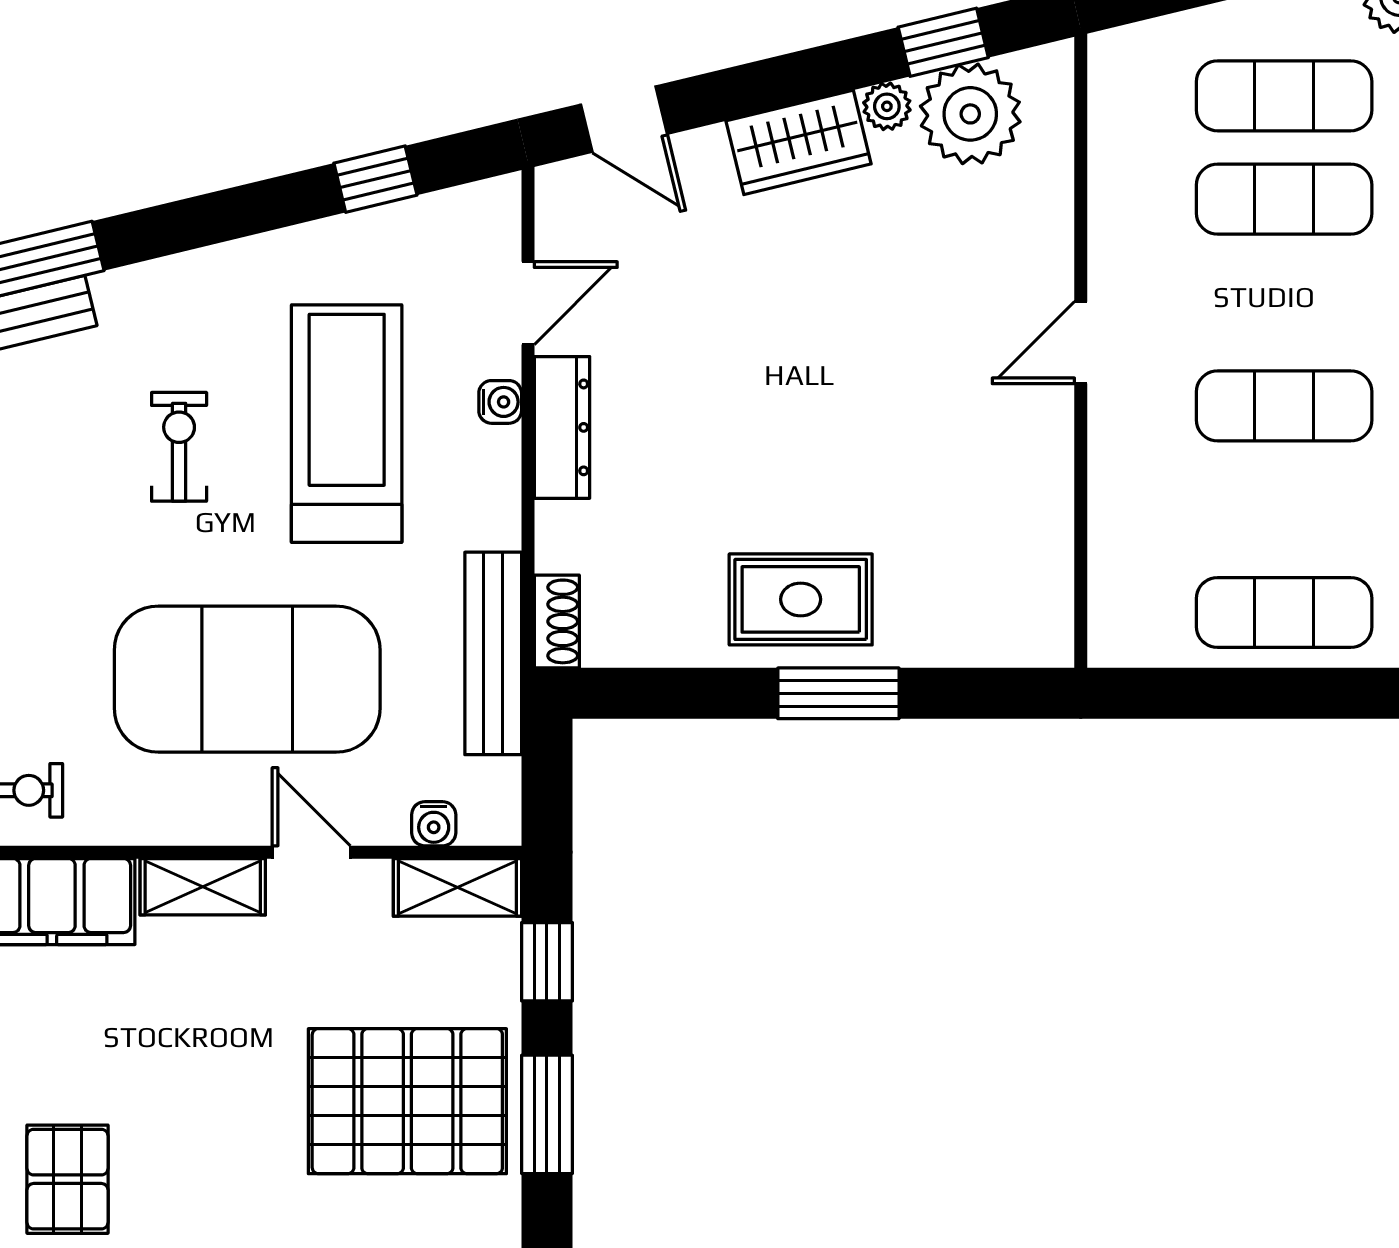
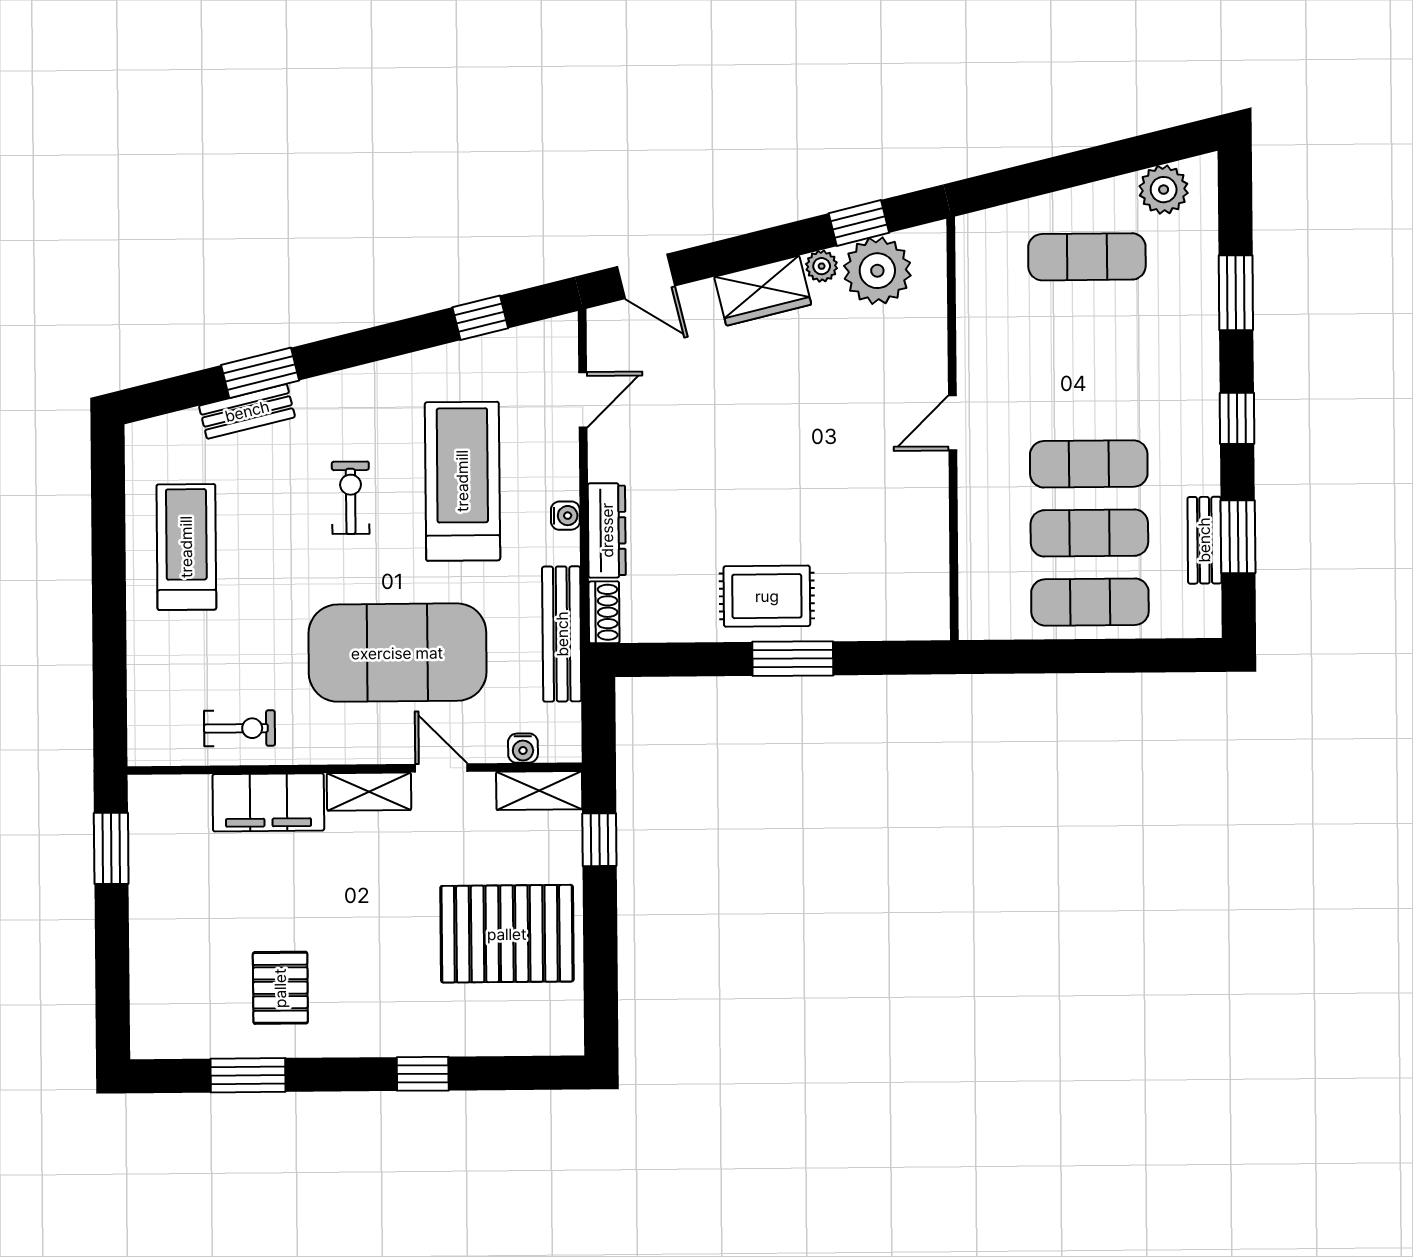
exercise mat: (1284, 199) -> (1089, 533), moved
water cooler: (500, 402) -> (565, 516), moved
dresser: (562, 427) -> (607, 530), moved
window: (547, 1114) -> (600, 942), removed

